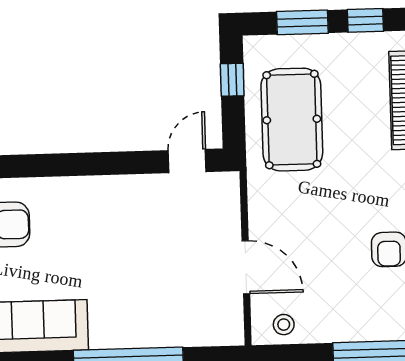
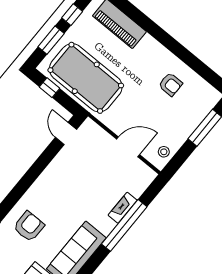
pool table: (292, 120) -> (86, 78), width x1.36, depth x1.32
fireplace: (152, 336) -> (123, 208), added

